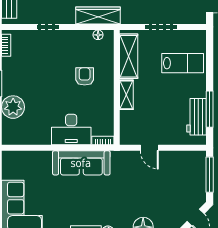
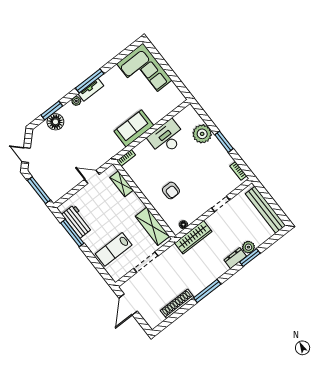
shelving: (126, 95) -> (122, 184), moved
desk: (71, 130) -> (167, 138), moved
sofa: (81, 163) -> (134, 128), width x0.73

